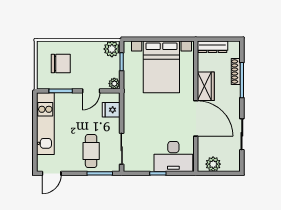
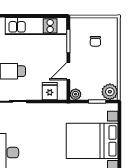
chair: (61, 64) -> (95, 41), width x0.54, depth x0.54
door: (91, 91) -> (68, 71), hinge flipped

